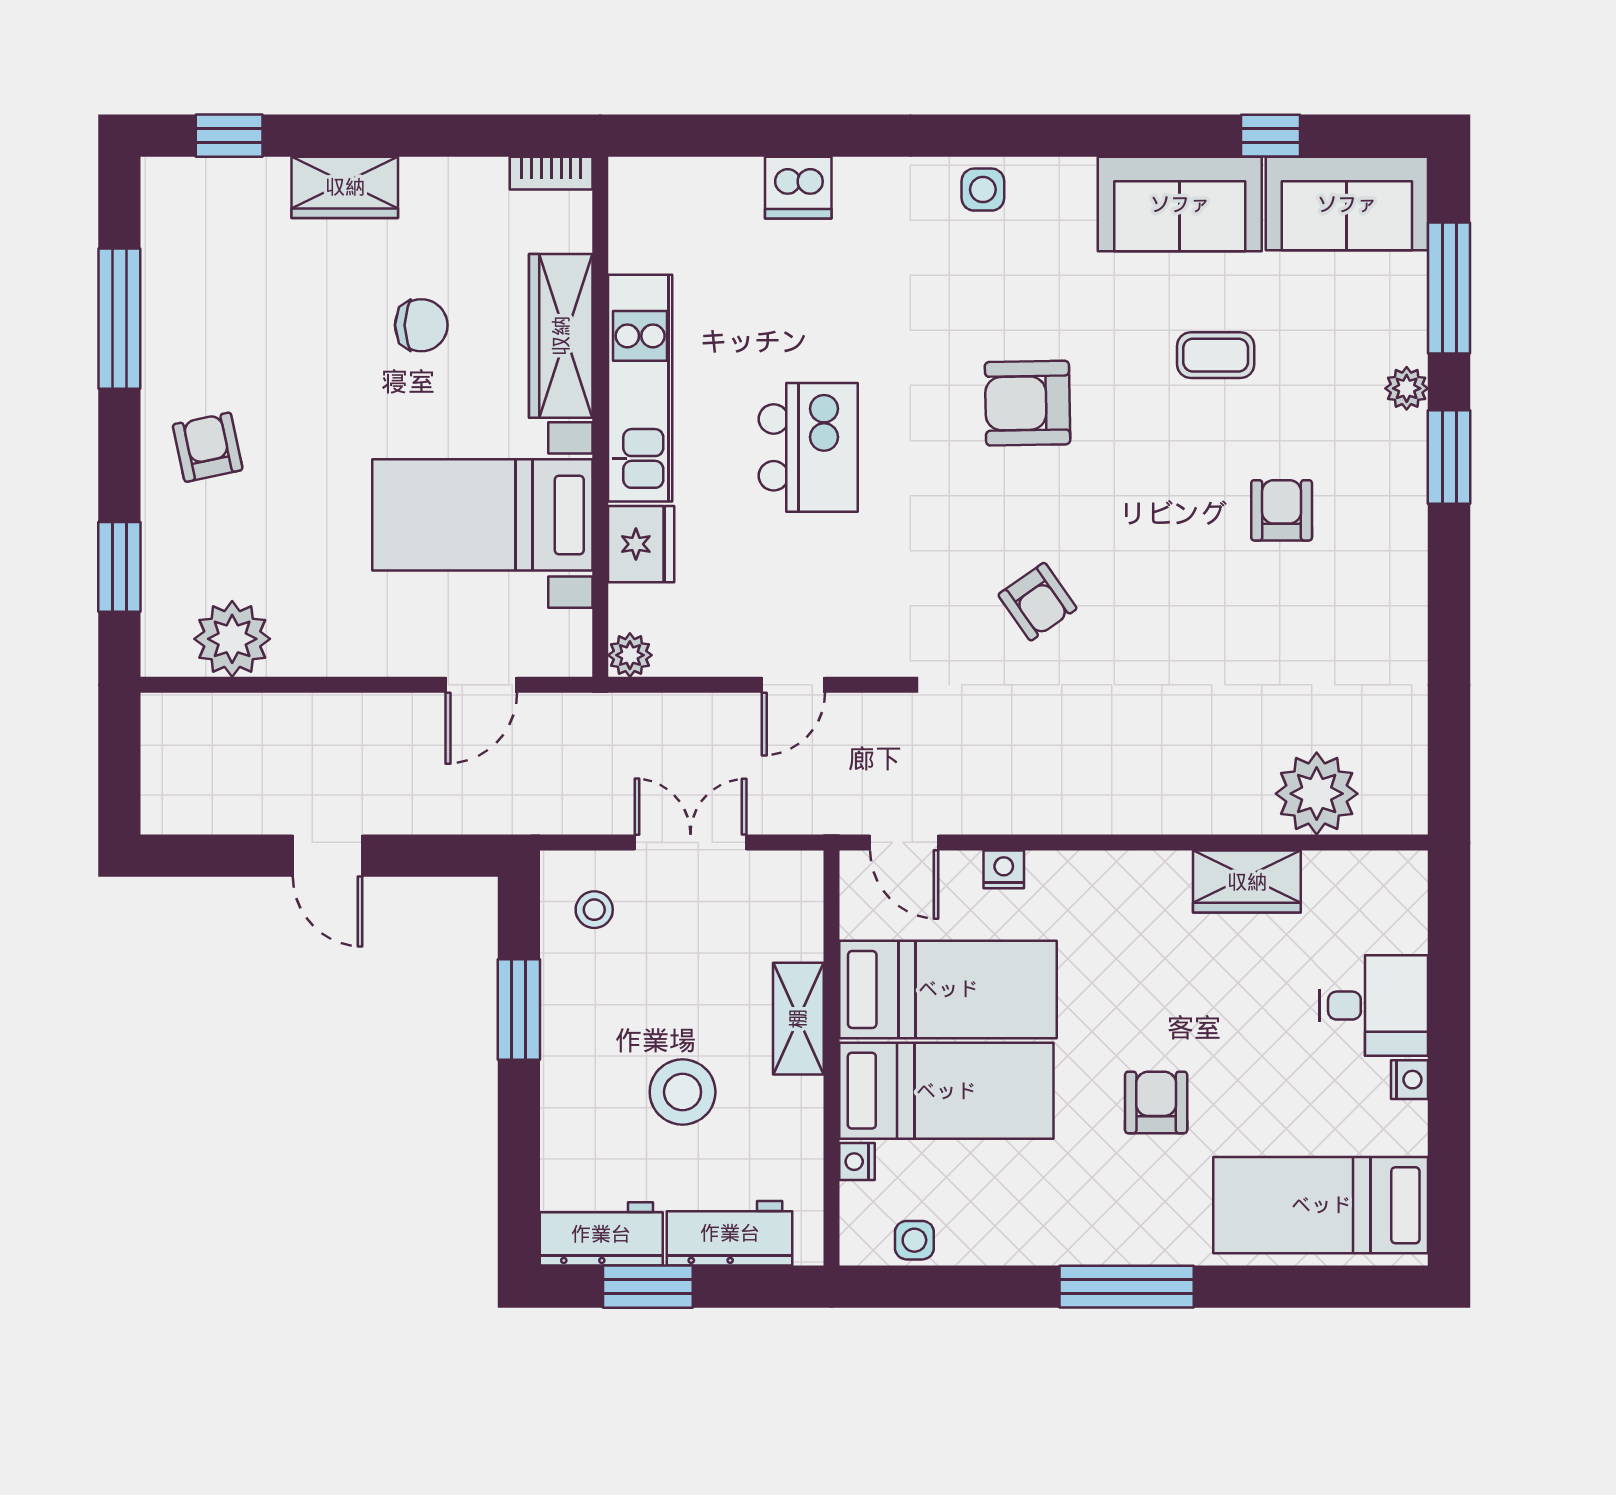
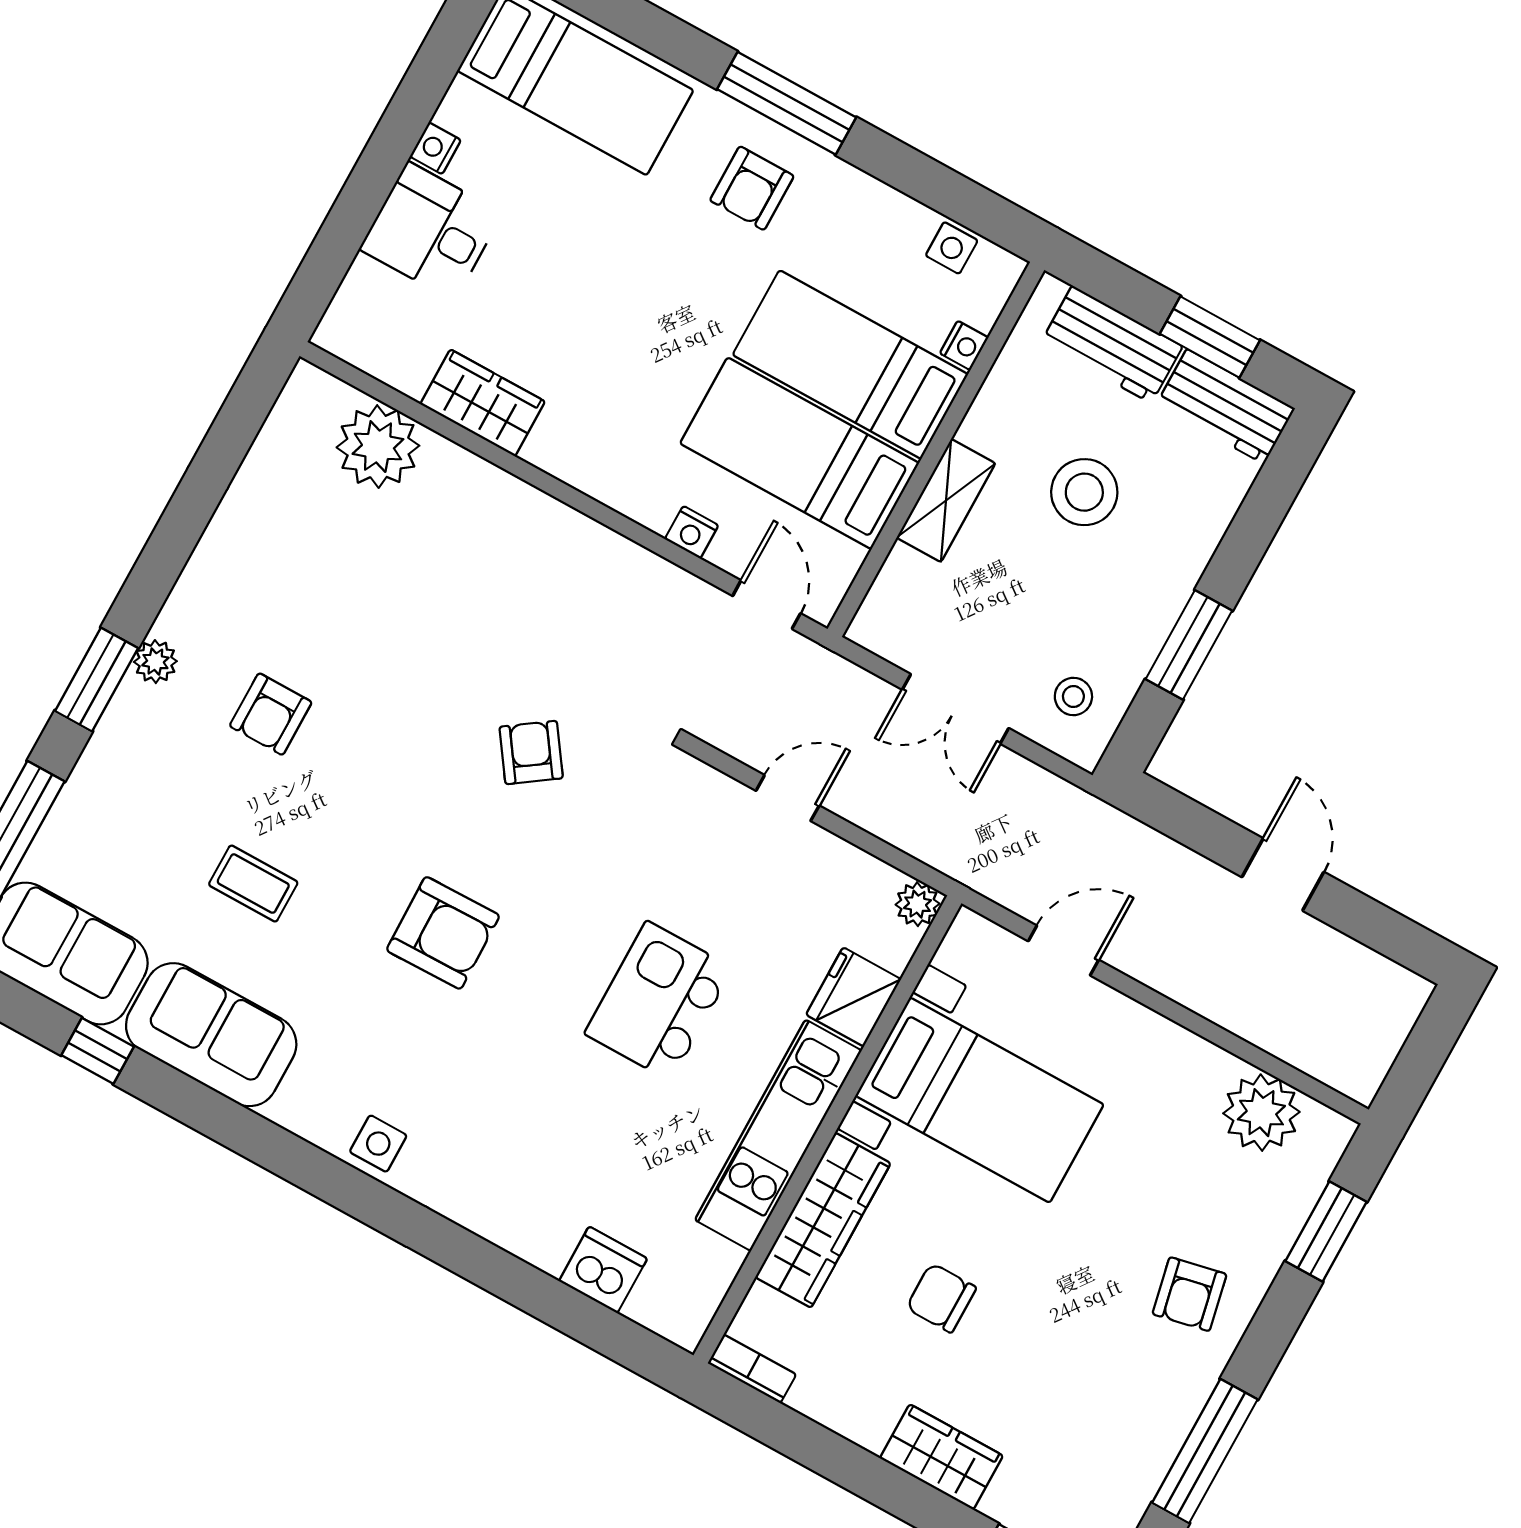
dishwasher: (798, 188) -> (603, 1270), moved
plant: (1407, 388) -> (155, 662), moved
armchair: (1156, 1102) -> (752, 188), moved

